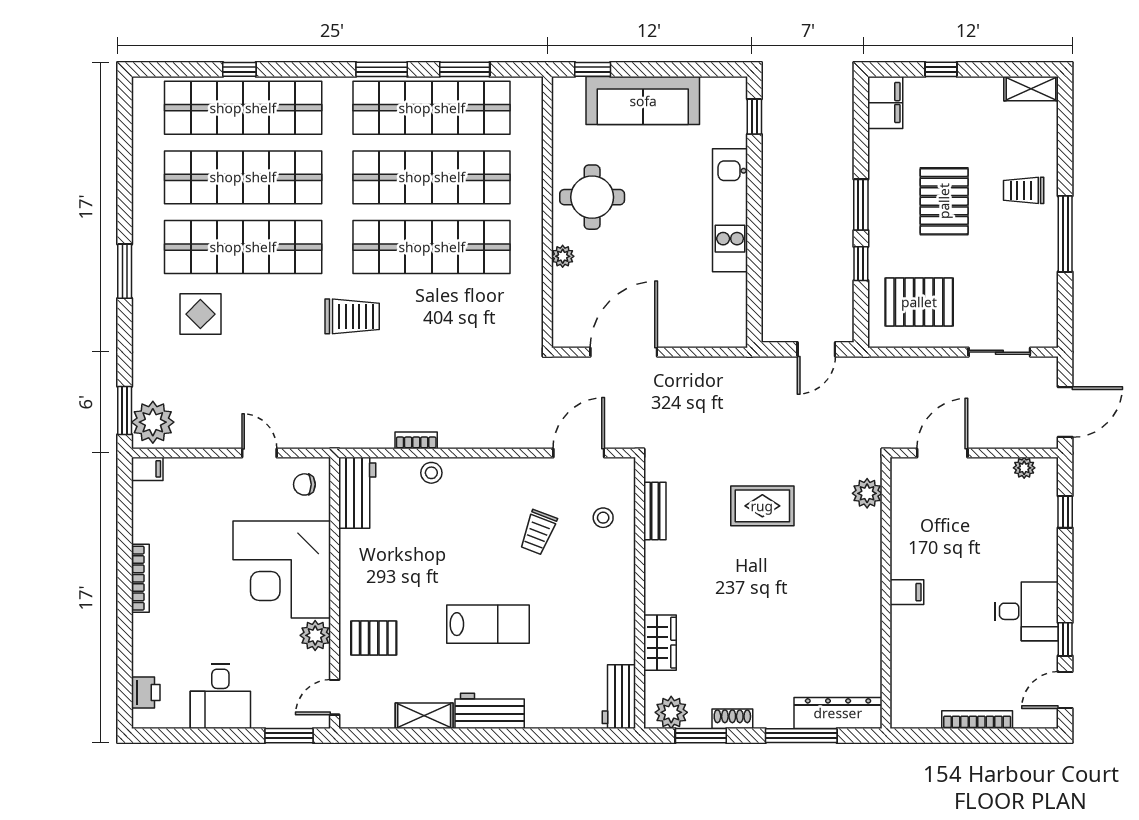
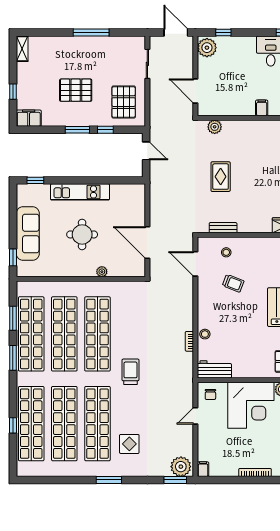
trolley: (1024, 190) -> (71, 52), removed
round table: (592, 197) -> (82, 234), moved
plant: (1024, 468) -> (207, 48), width x1.87, depth x1.87

